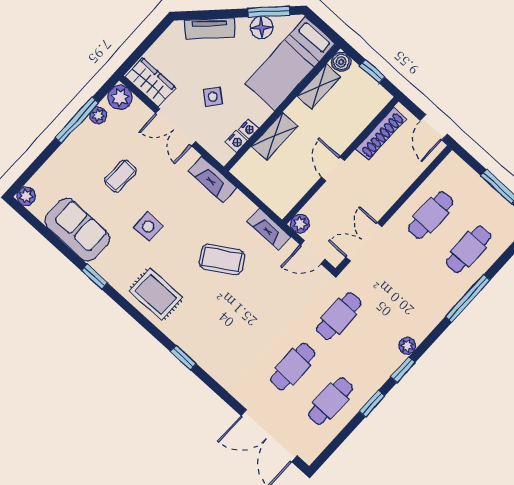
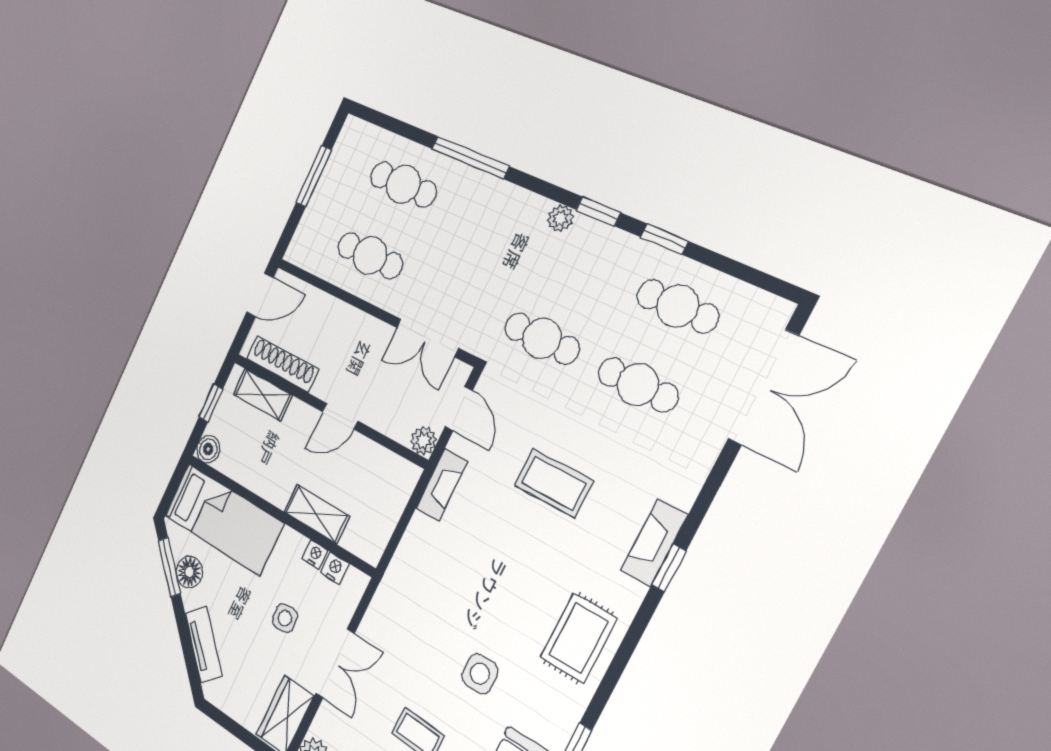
shelving: (319, 87) -> (263, 395), moved
side table: (213, 97) -> (285, 618), turned 45
fireplace: (213, 179) -> (654, 543), moved, turned 180
coffee table: (222, 259) -> (554, 483), moved, turned -58

